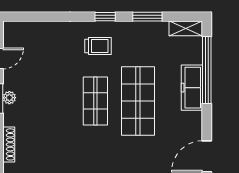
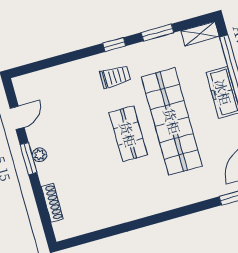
shop shelf: (138, 101) -> (172, 121), width x1.40

